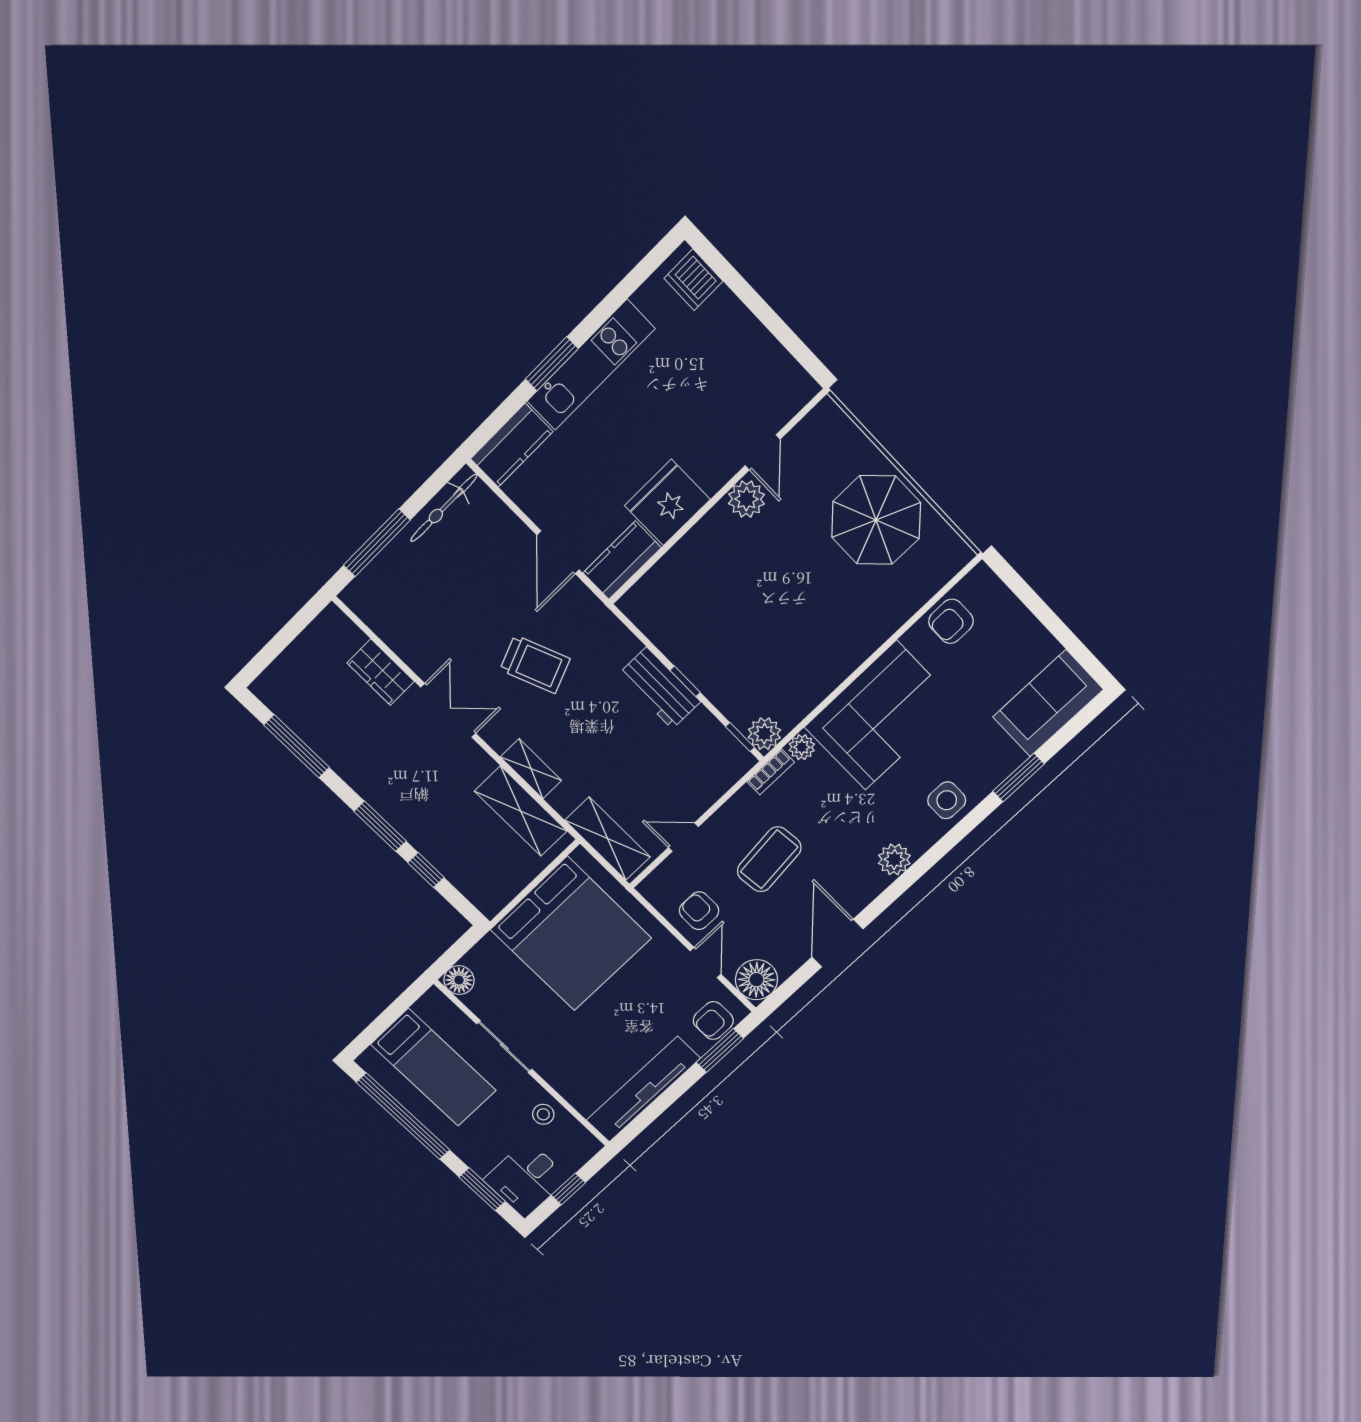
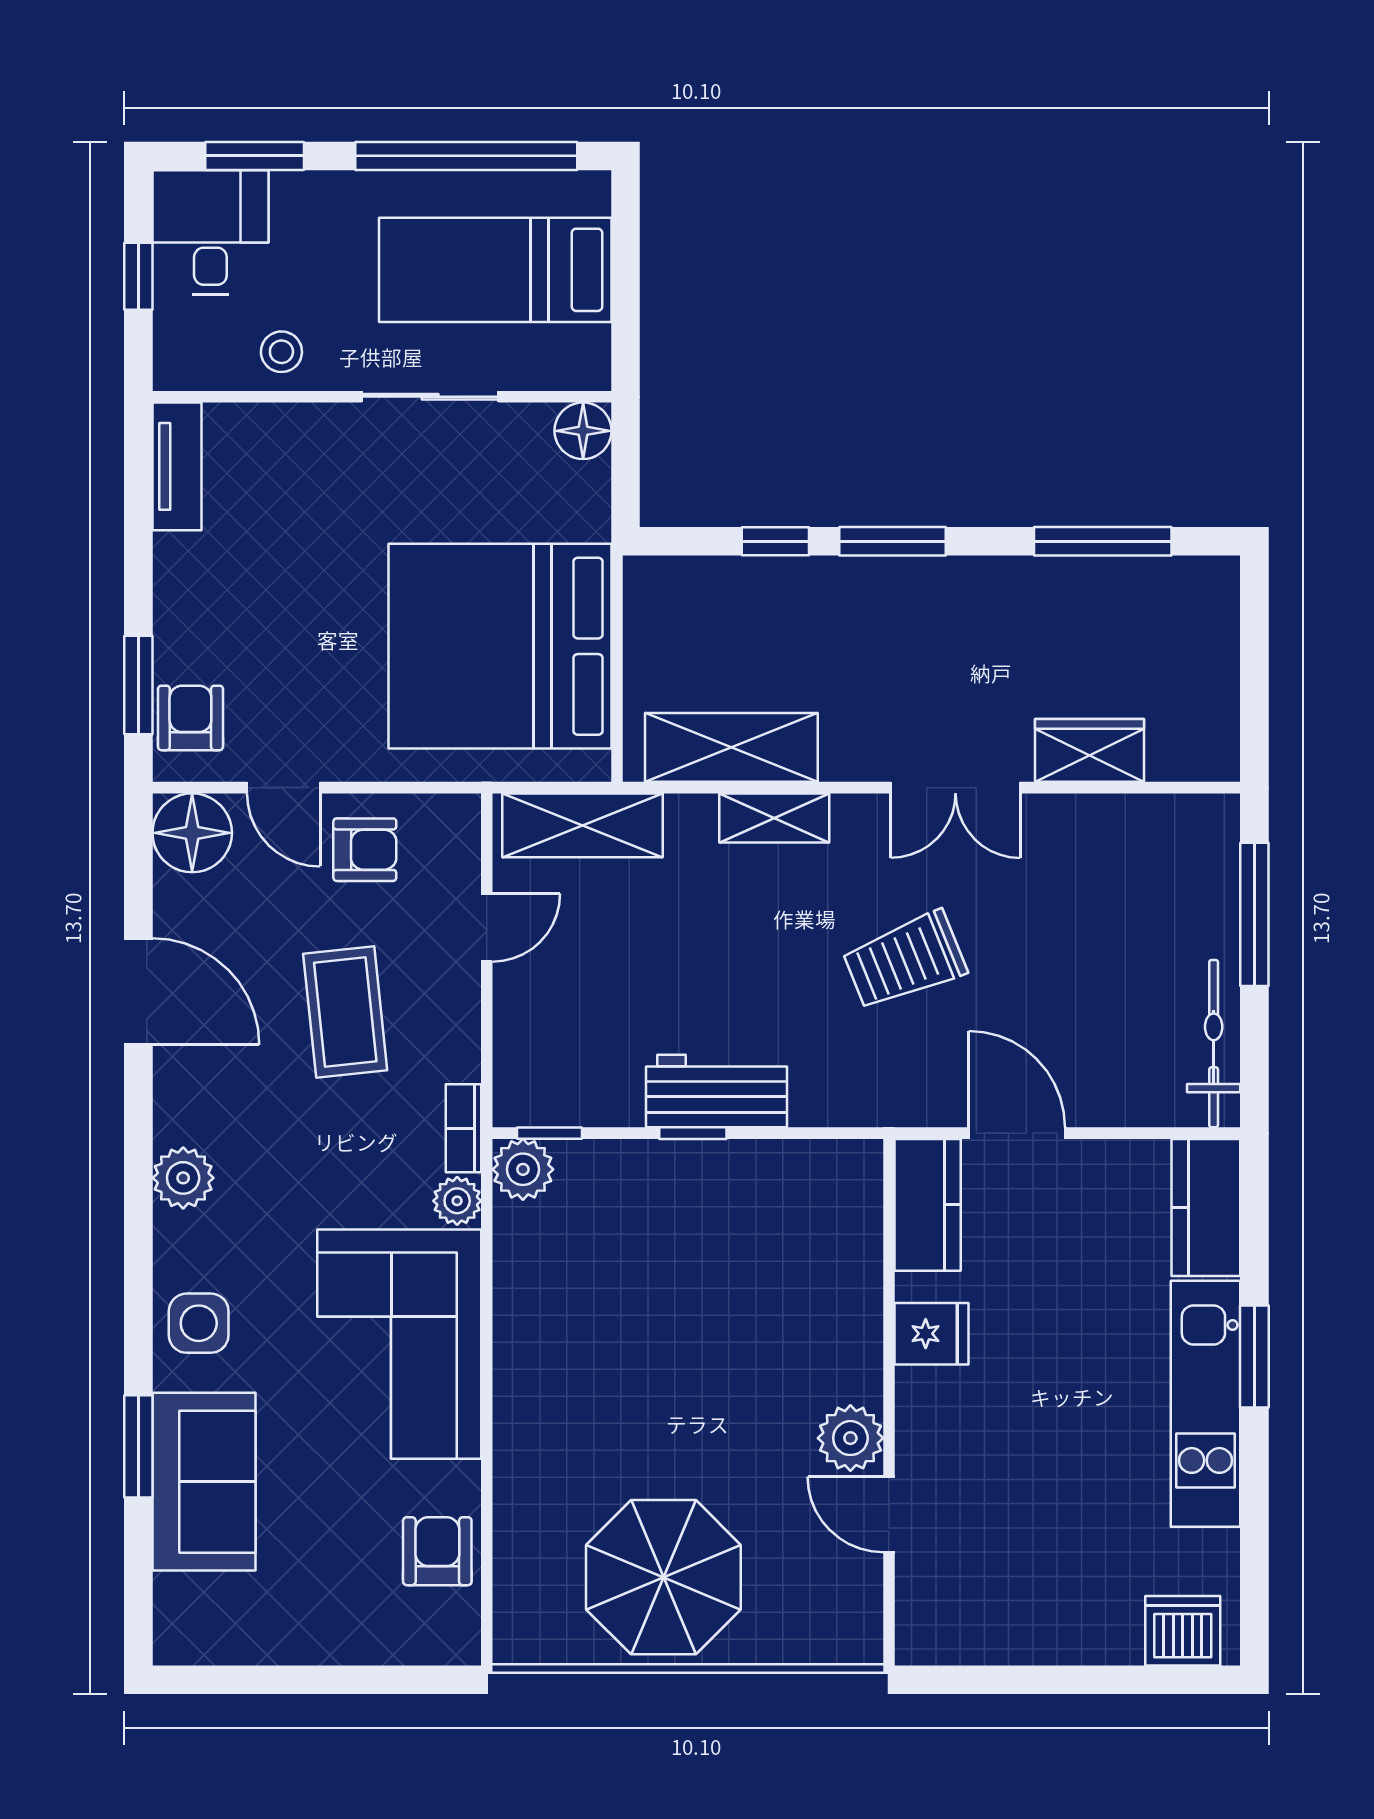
fridge: (667, 503) -> (931, 1334), width x0.53, depth x0.75
sofa: (1048, 703) -> (204, 1482), moved
tv unit: (643, 1089) -> (177, 466), width x0.52, depth x0.78

